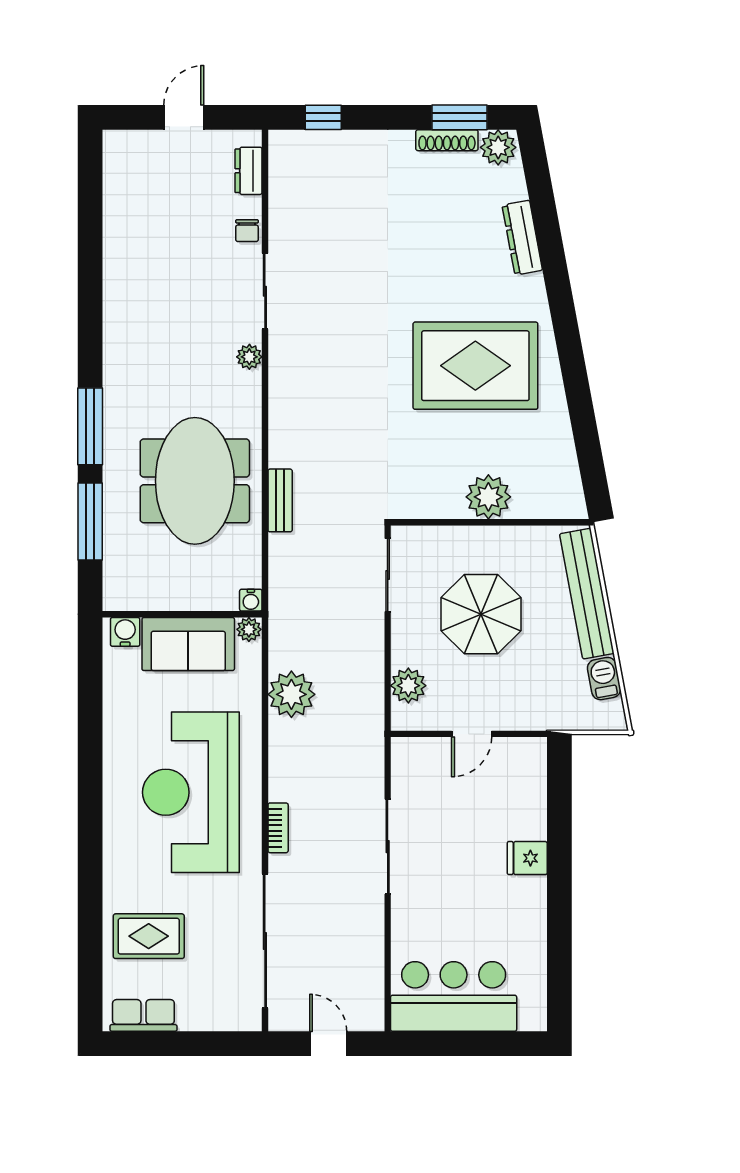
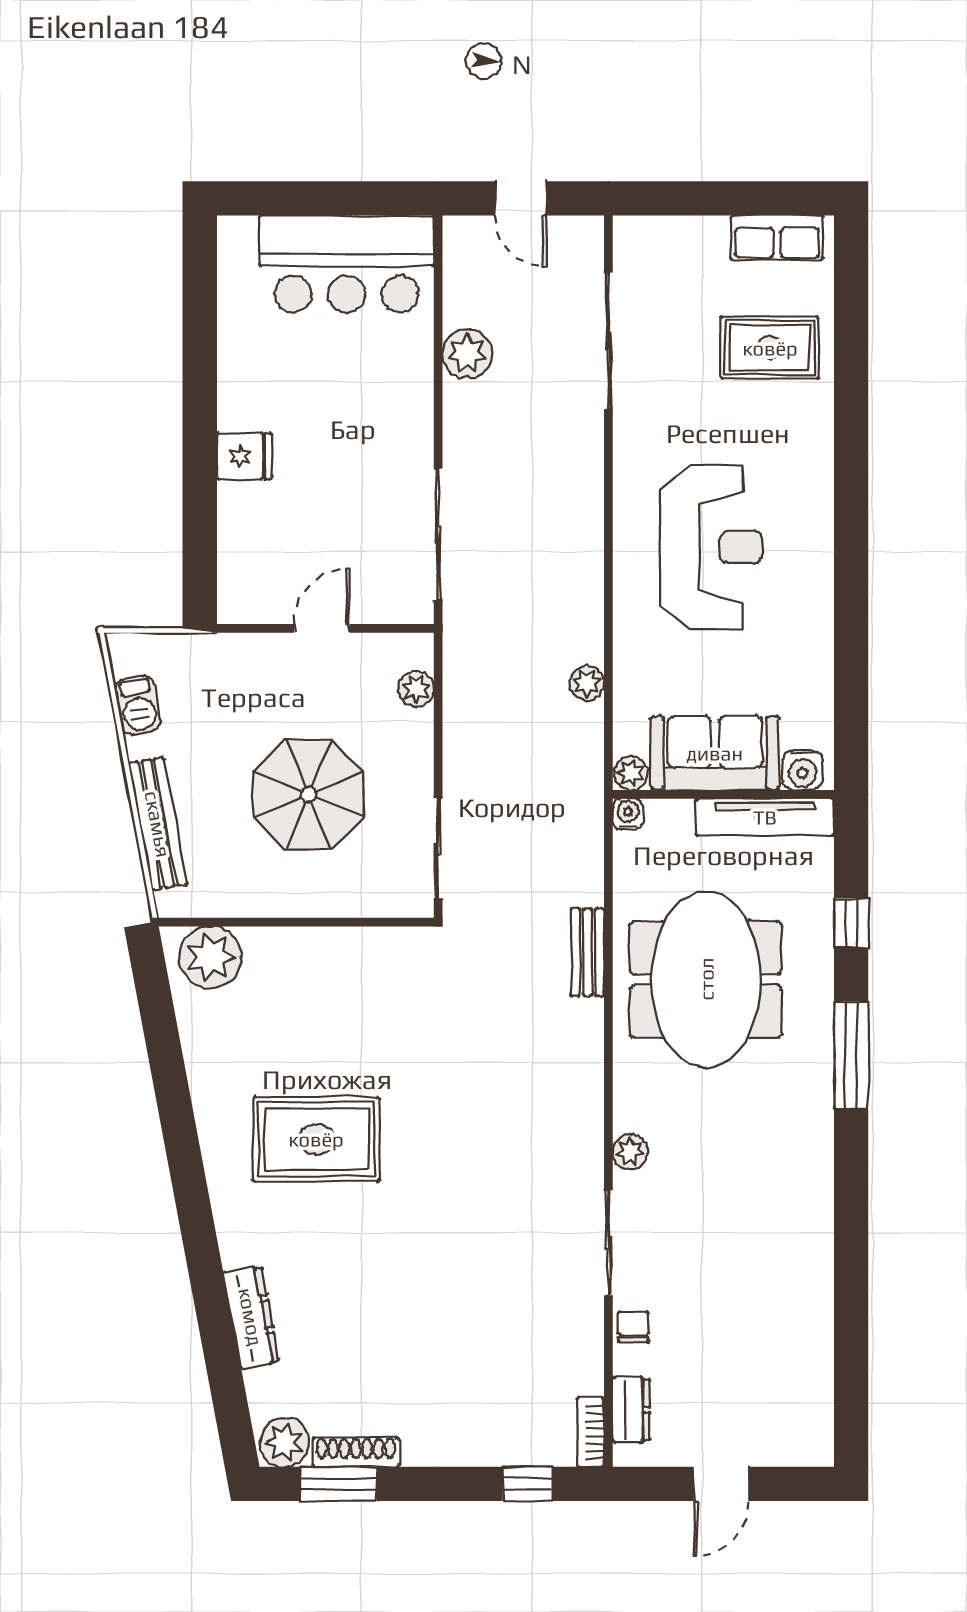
rug: (475, 366) -> (316, 1139), width x0.73, depth x0.69
plant: (488, 497) -> (210, 957), moved
window: (90, 522) -> (851, 923), width x0.46
bench: (587, 594) -> (158, 824), width x0.73, depth x0.82
tv unit: (152, 598) -> (765, 817), added
plant: (408, 686) -> (416, 689), width x0.73, depth x0.73
plant: (291, 694) -> (587, 683), width x0.53, depth x0.53
reception desk: (191, 792) -> (711, 547), width x0.74, depth x0.77
bookcase: (278, 828) -> (590, 1432), moved
sliding door: (388, 847) -> (438, 534), moved
plant: (367, 932) -> (467, 354), added
sliding door: (265, 941) -> (608, 341), width x0.73

